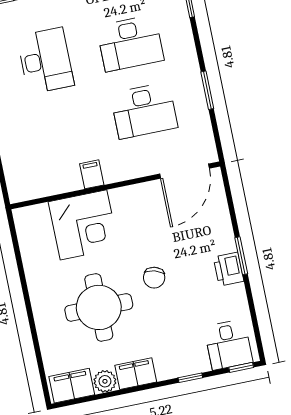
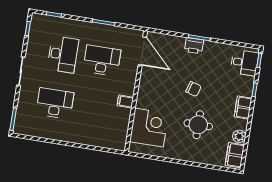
desk: (144, 111) -> (102, 61), turned -90
corner desk: (83, 225) -> (149, 128), moved
printer: (229, 269) -> (194, 46), moved
round table: (99, 307) -> (198, 125), width x0.73, depth x0.73
filing cabinet: (136, 374) -> (243, 107), moved

